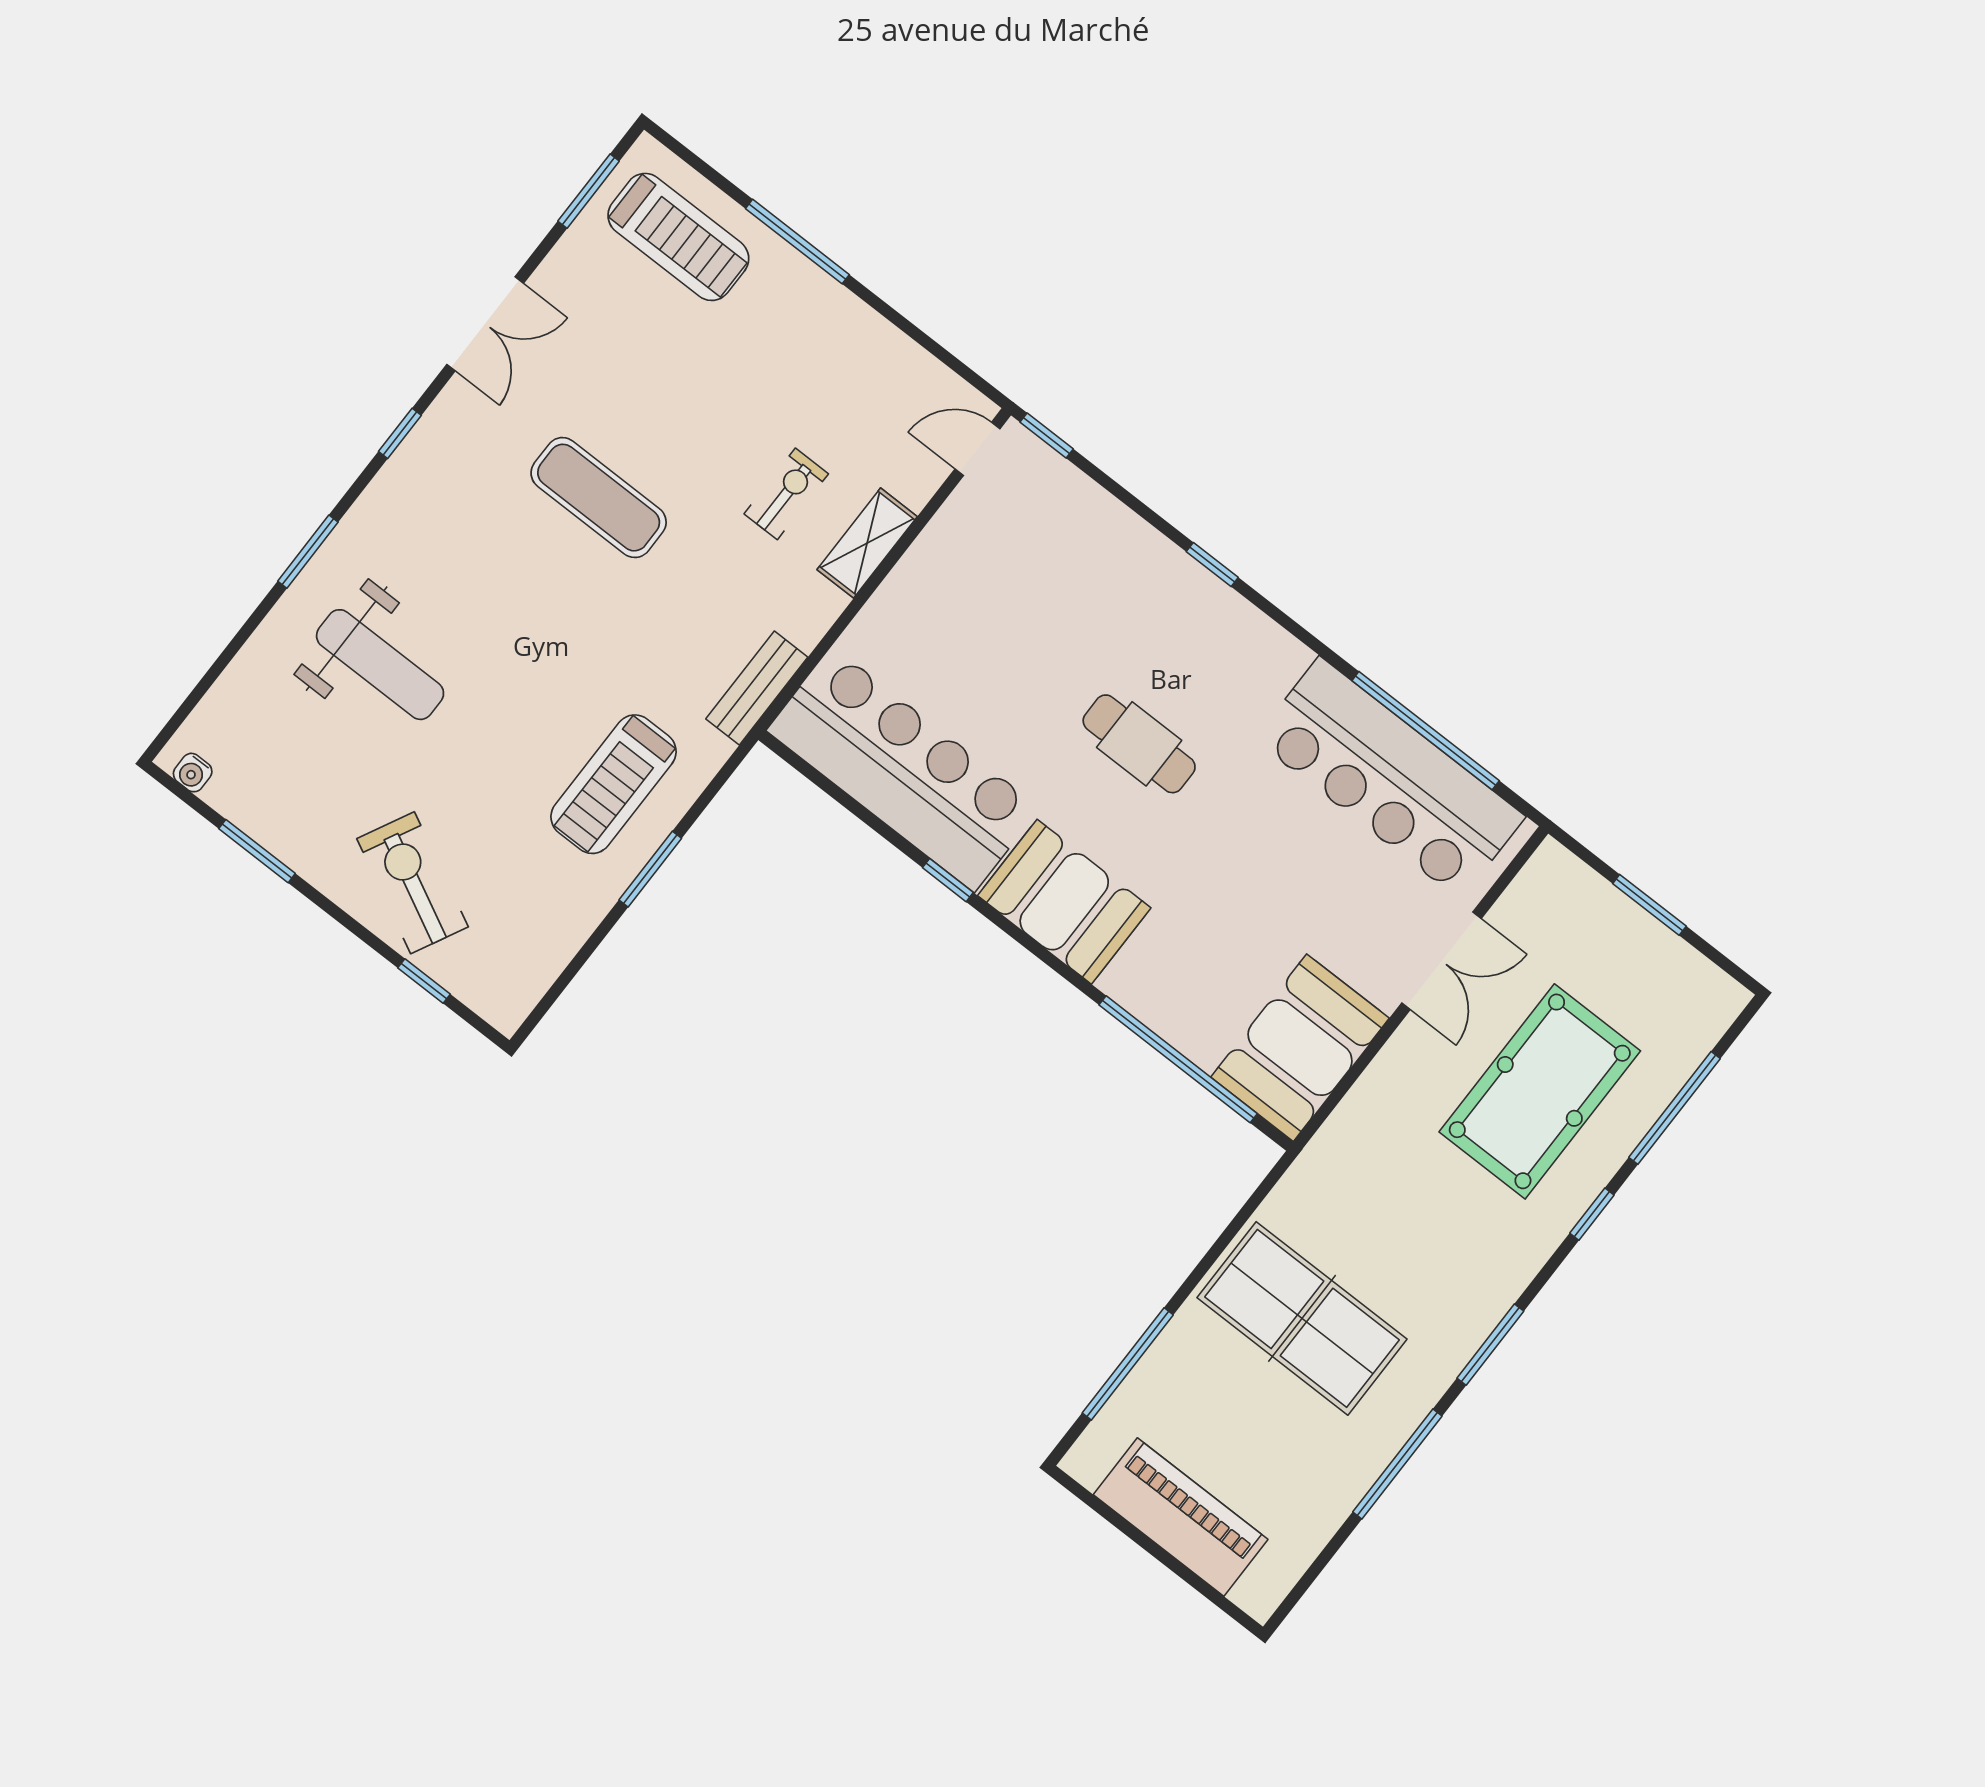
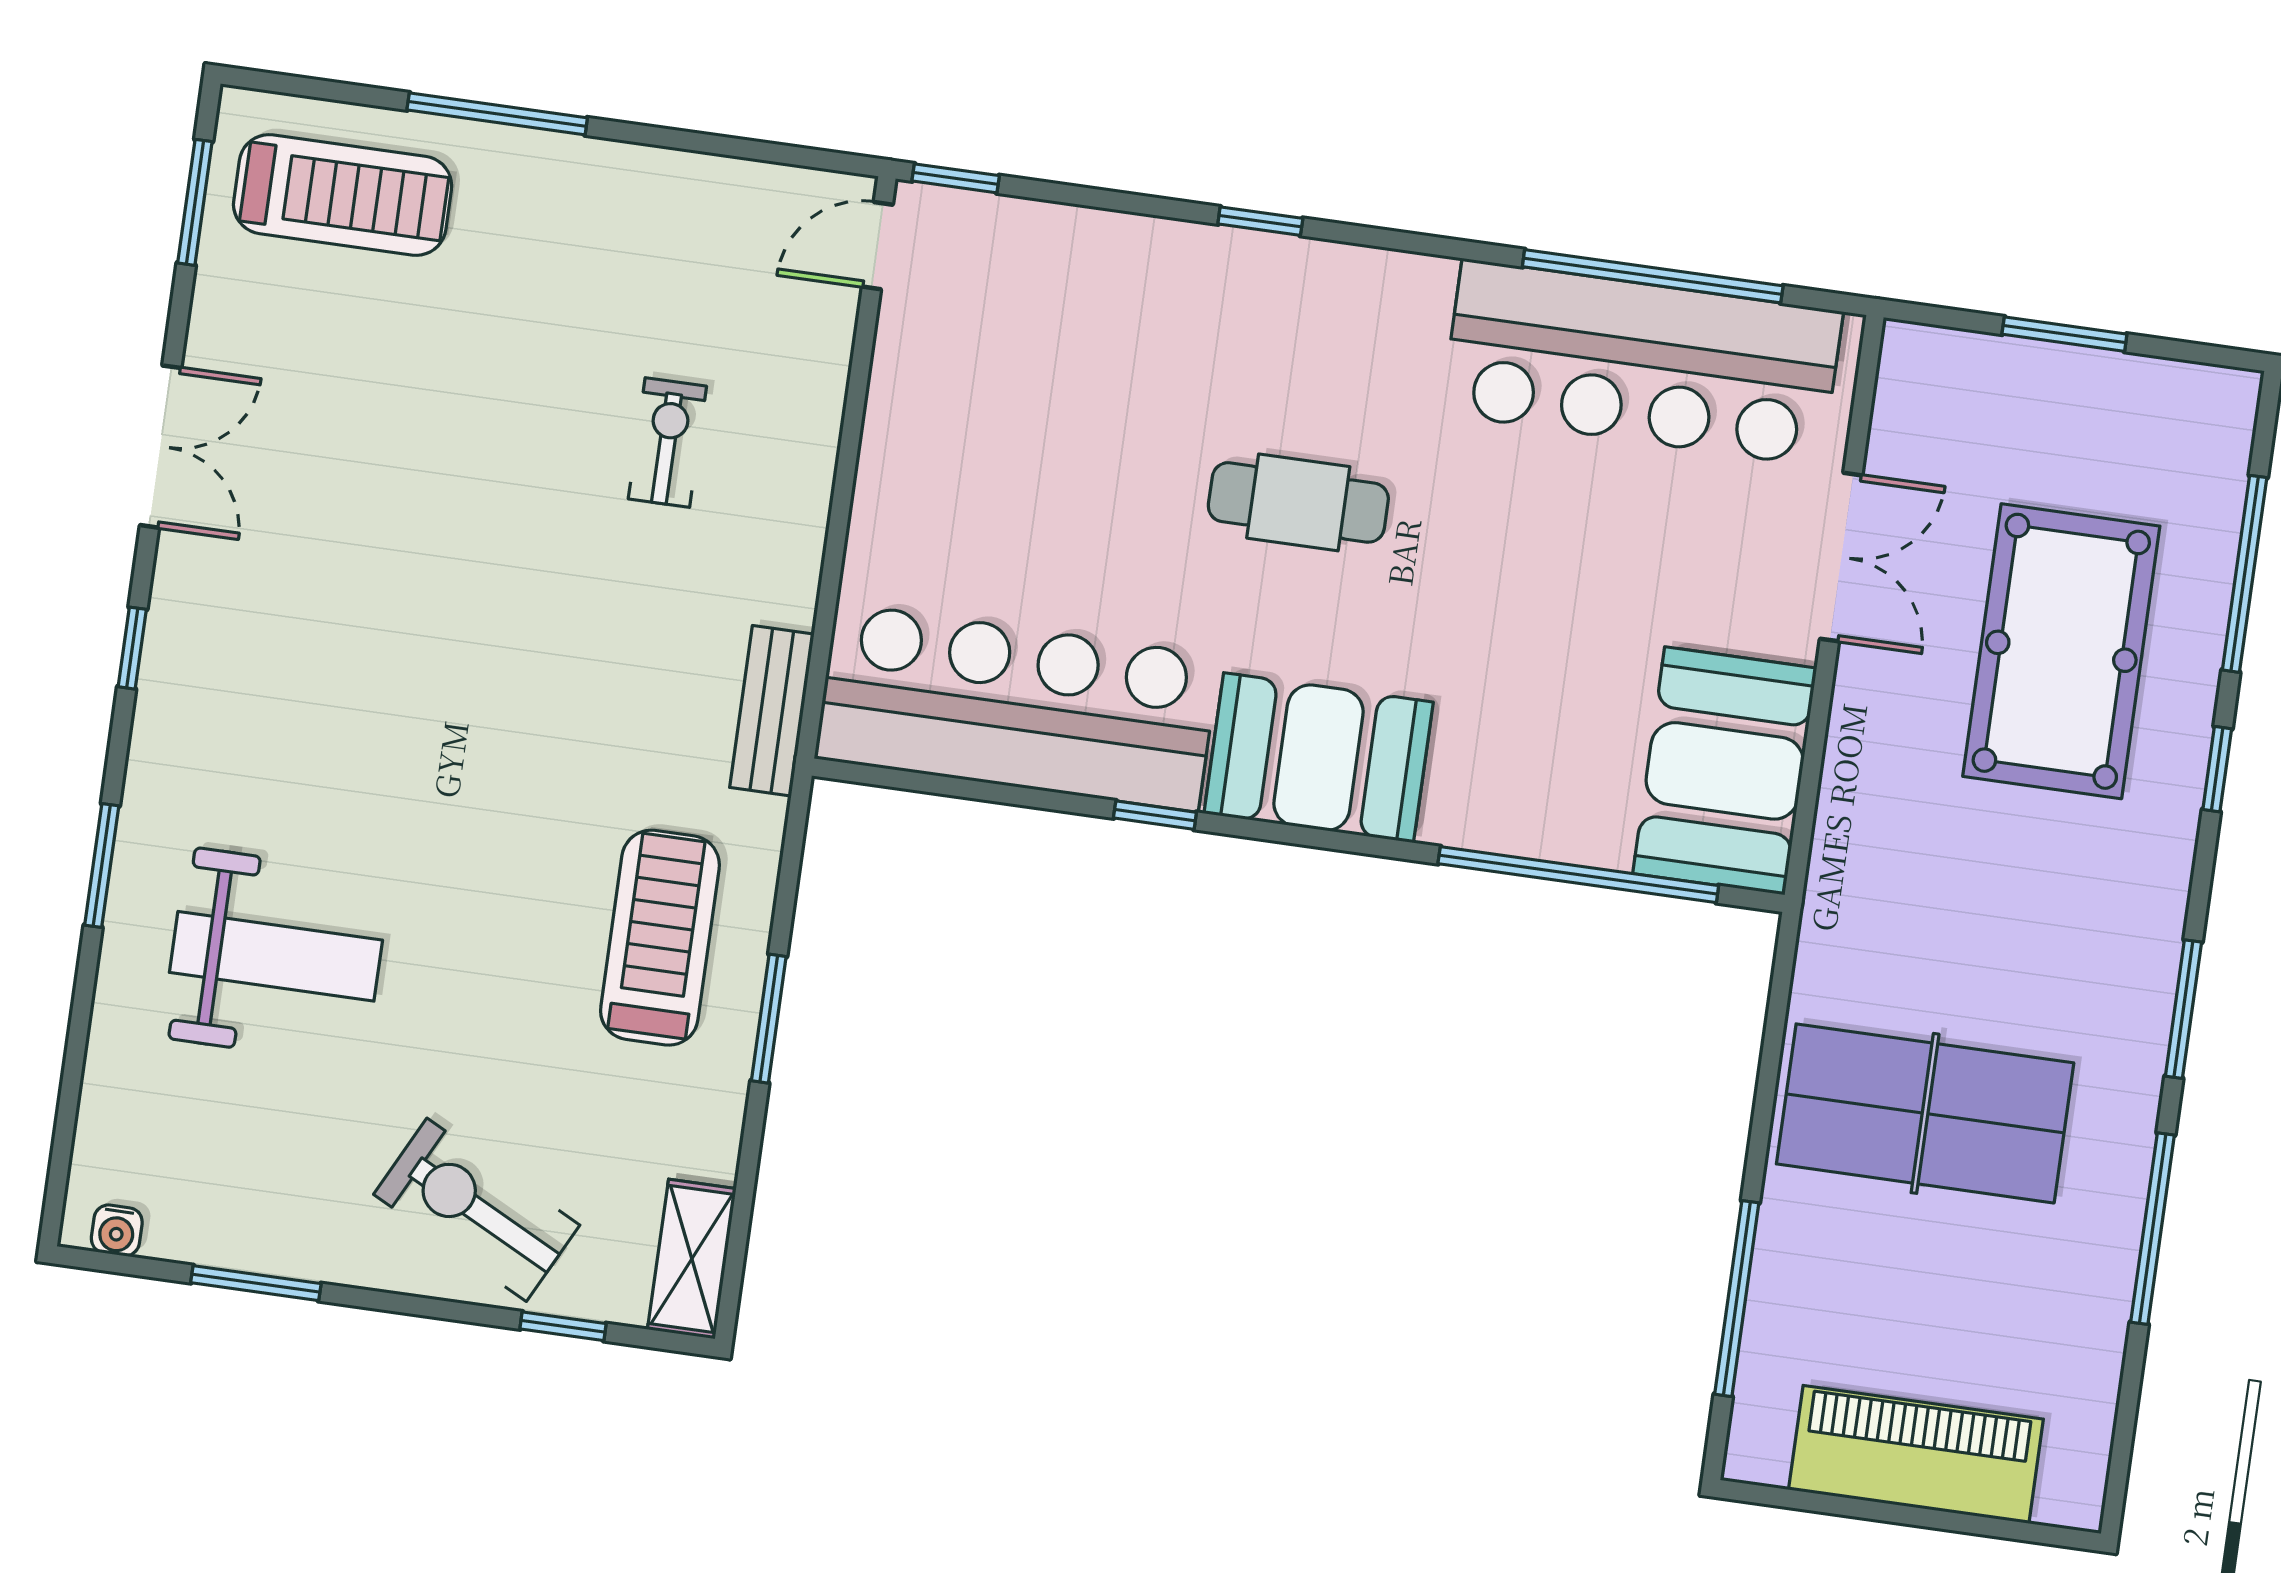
exercise mat: (599, 498) -> (432, 584), removed
shelving: (867, 543) -> (692, 1259), moved
treadmill: (613, 784) -> (660, 938), turned 180

